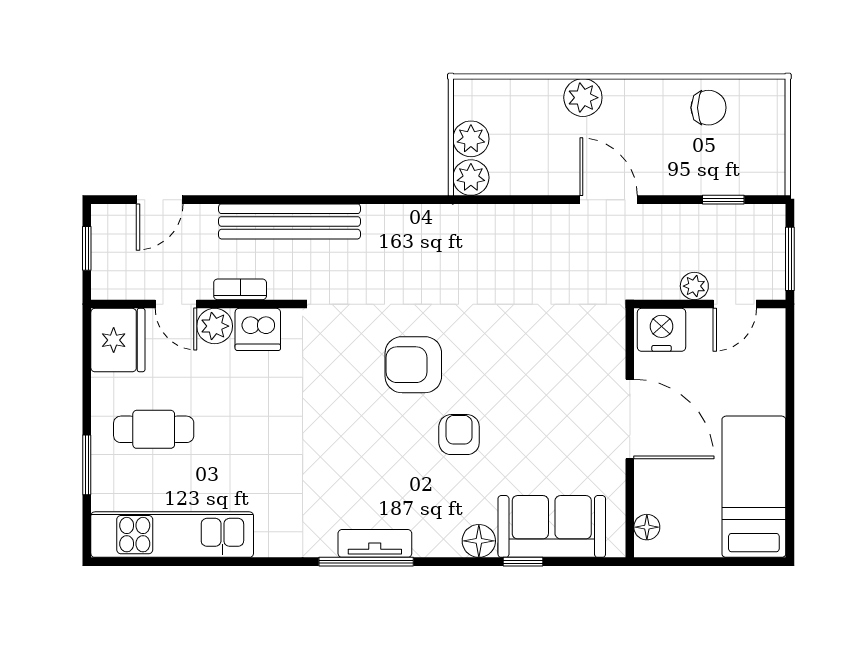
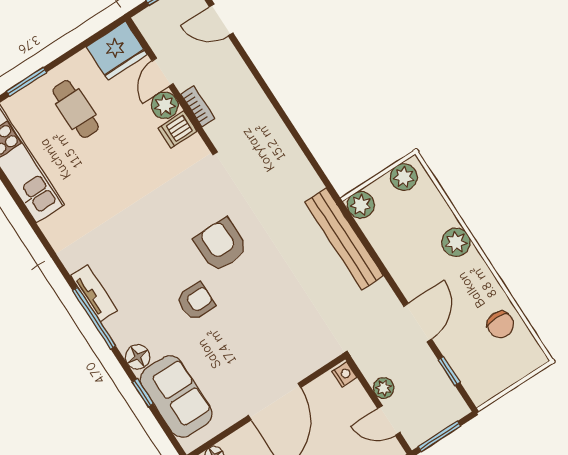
plant: (471, 139) -> (404, 177), moved
door: (609, 200) -> (418, 323), moved
bench: (290, 221) -> (344, 239), moved
dishwasher: (258, 329) -> (177, 130), width x0.73
nightstand: (662, 330) -> (344, 374), width x0.53, depth x0.56
window: (366, 562) -> (94, 318), moved

